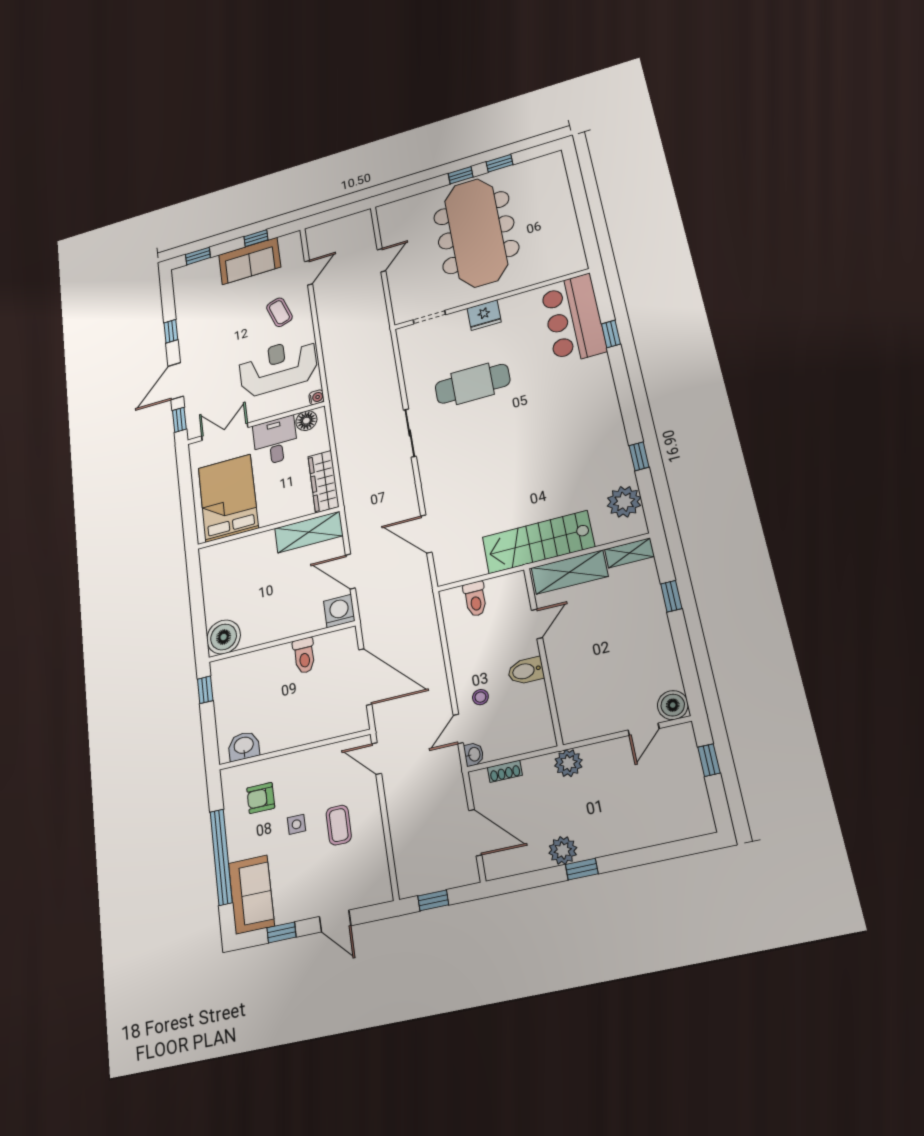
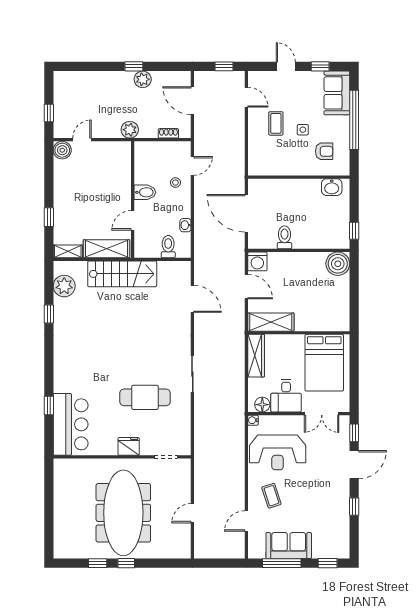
window: (256, 238) -> (282, 563), width x2.17
washbasin: (474, 754) -> (185, 225), moved
door: (377, 759) -> (246, 97), moved

